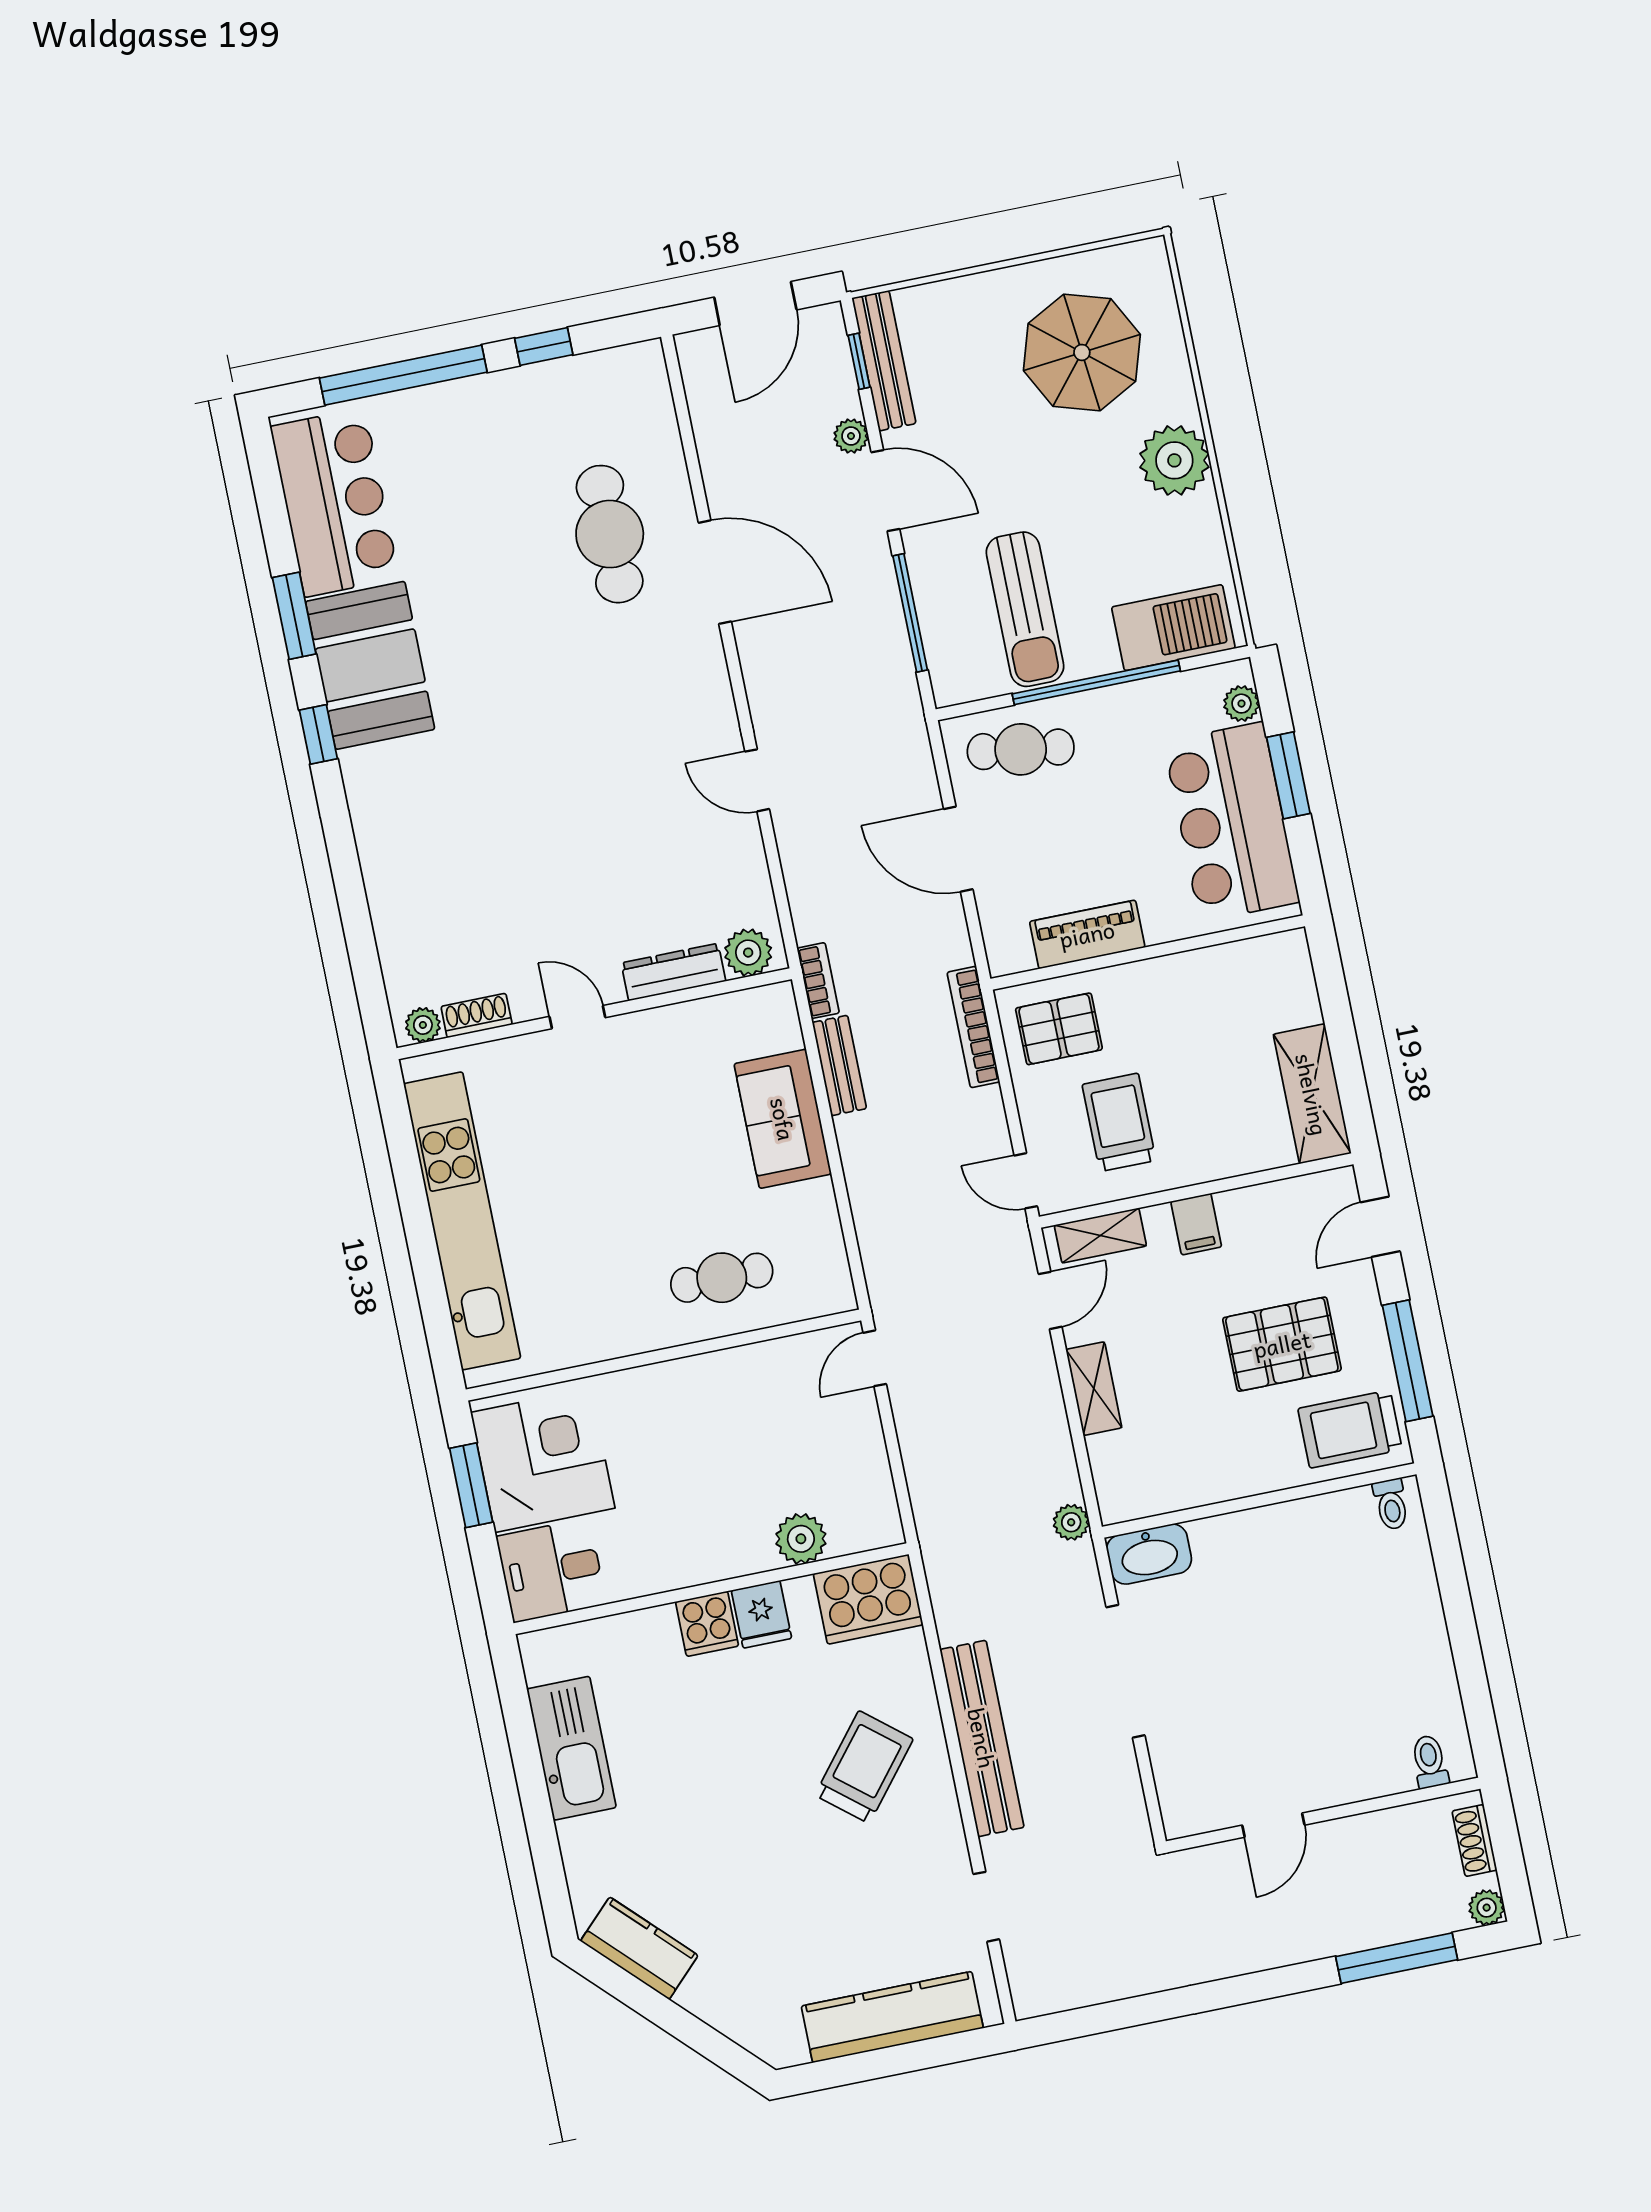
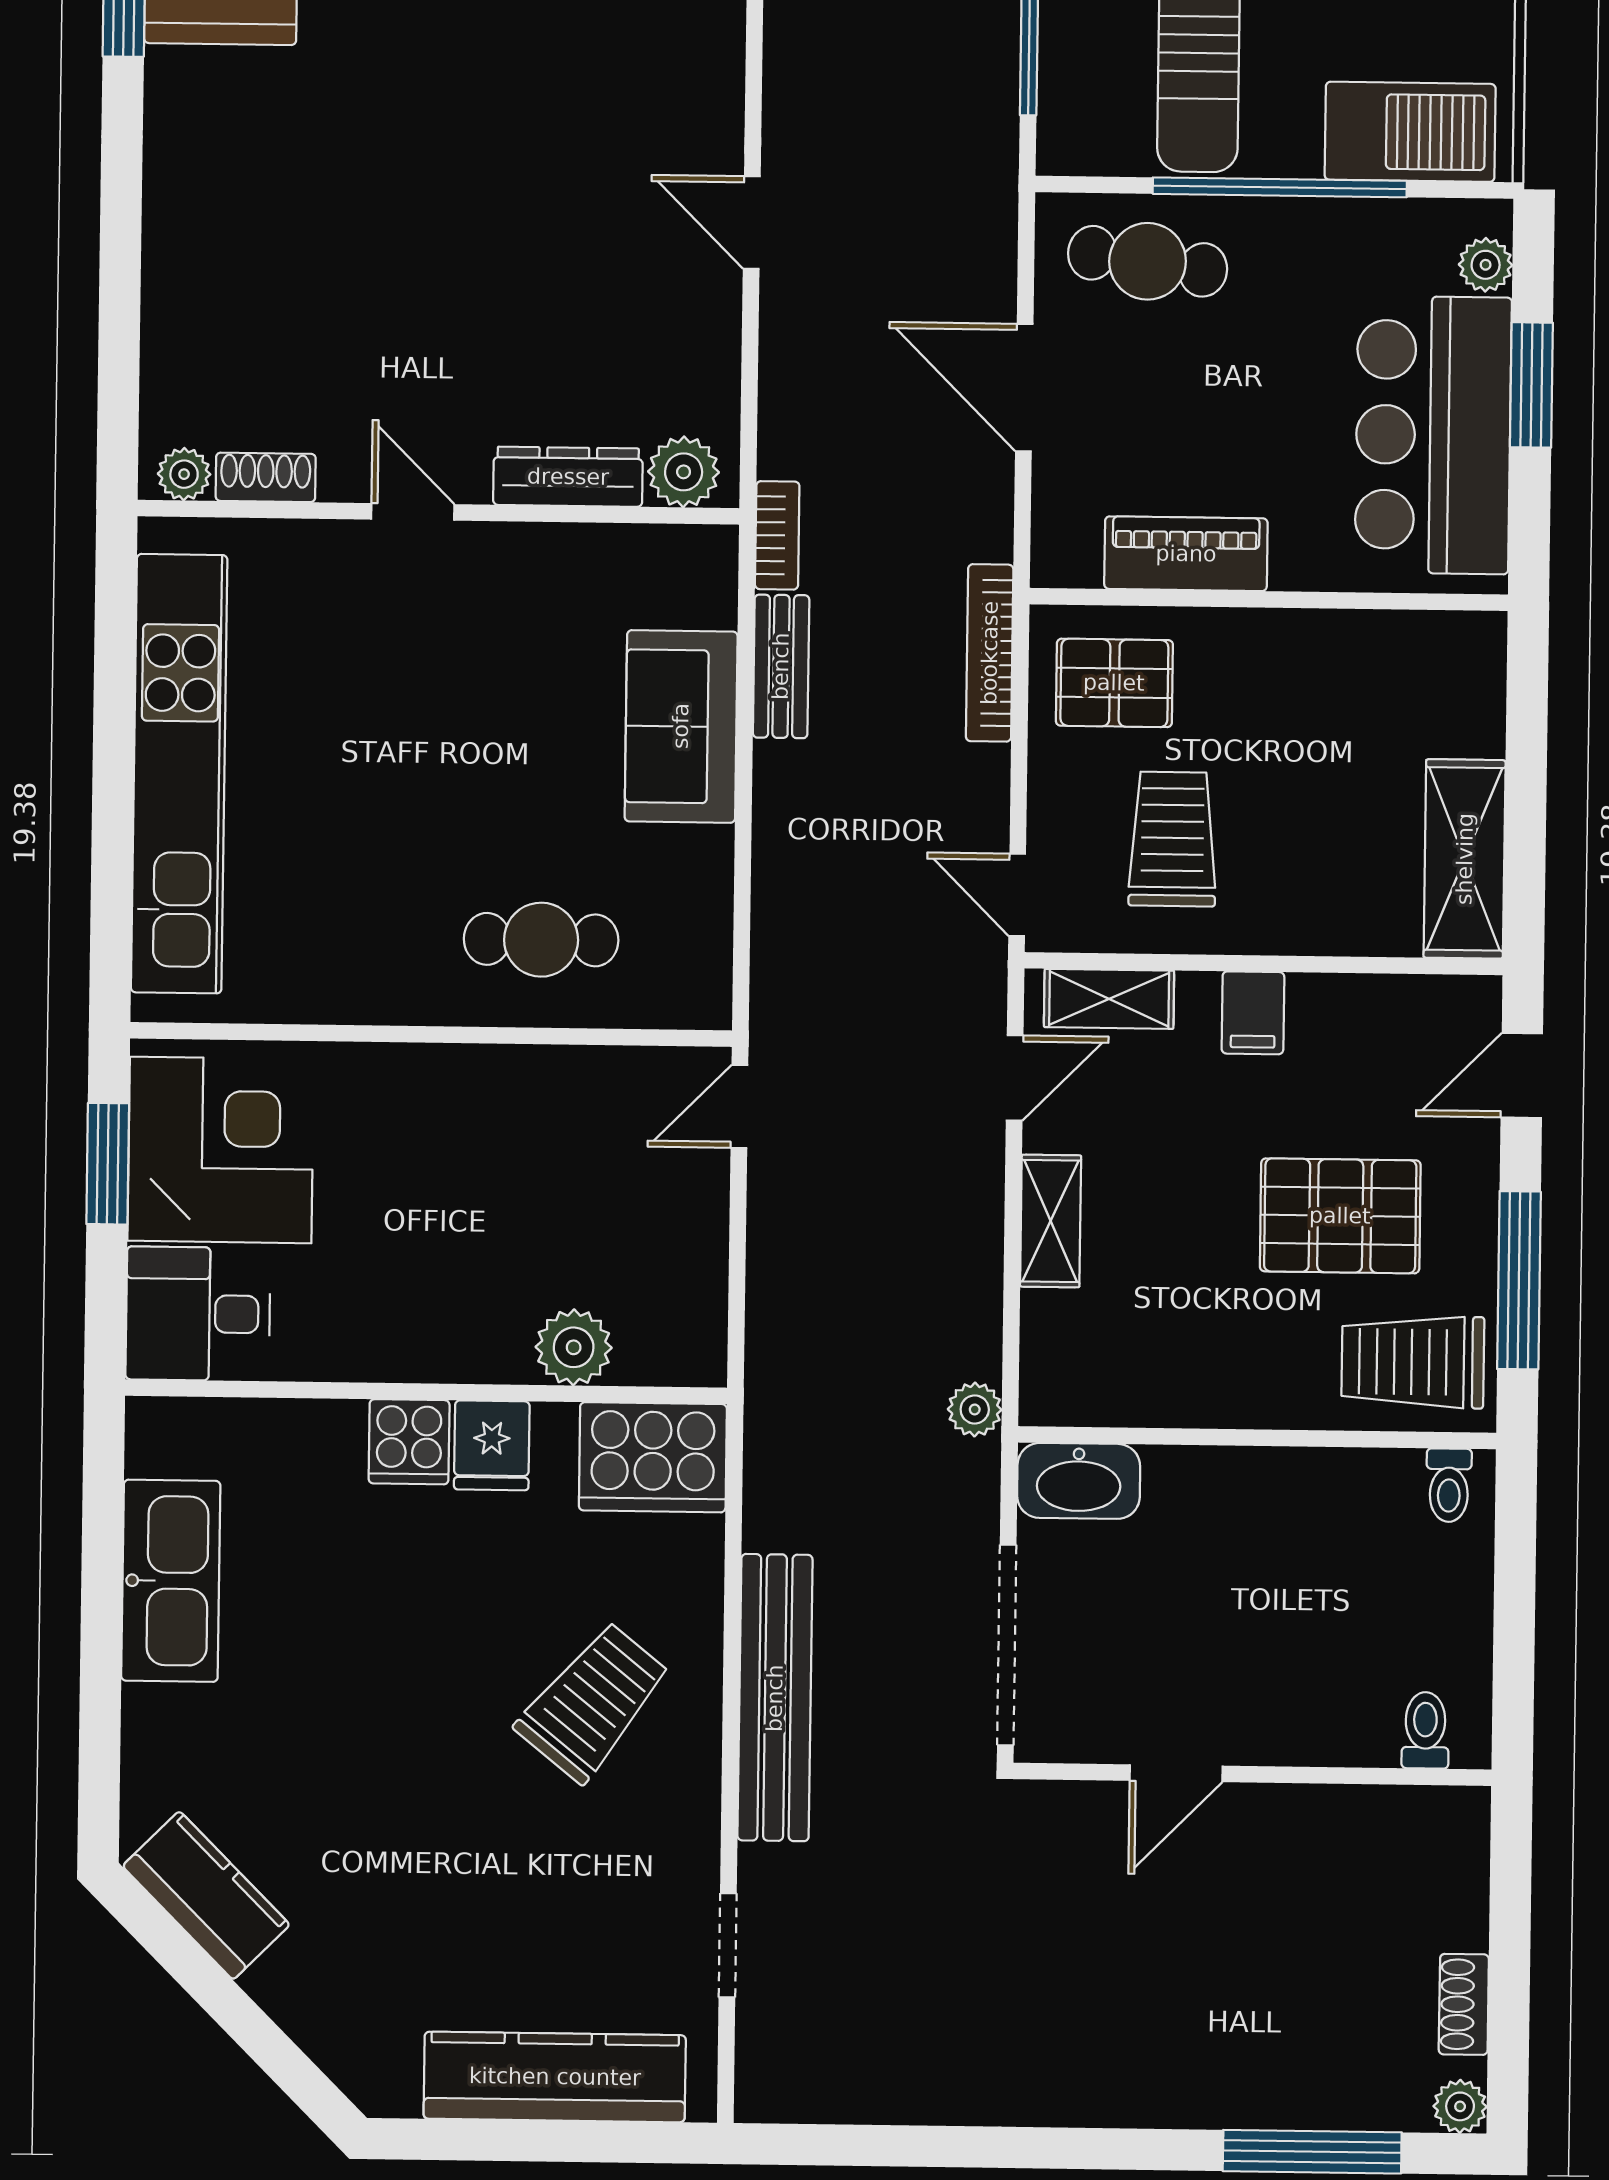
toilet: (1430, 1762) -> (1425, 1730), moved
wall: (1323, 1815) -> (1252, 1774), moved
door: (1273, 1825) -> (1176, 1773), moved

